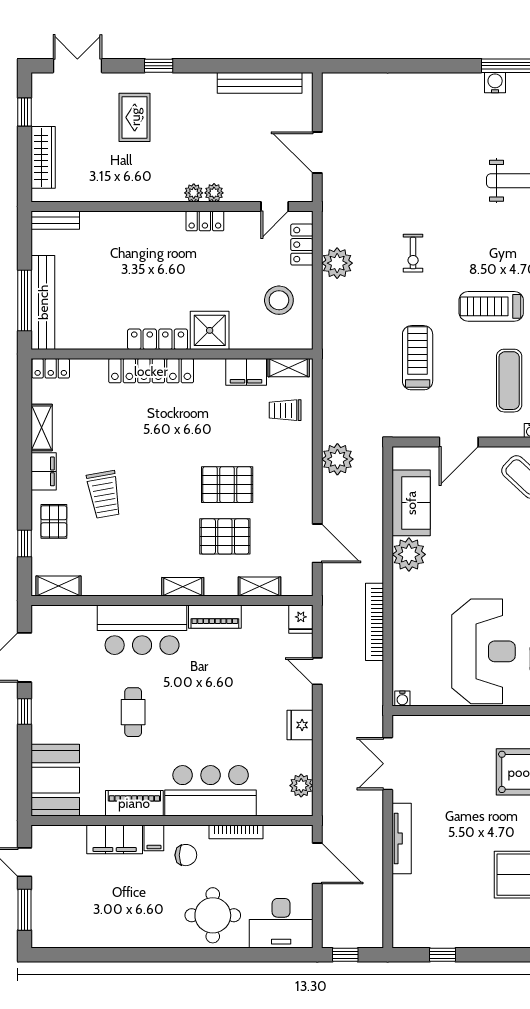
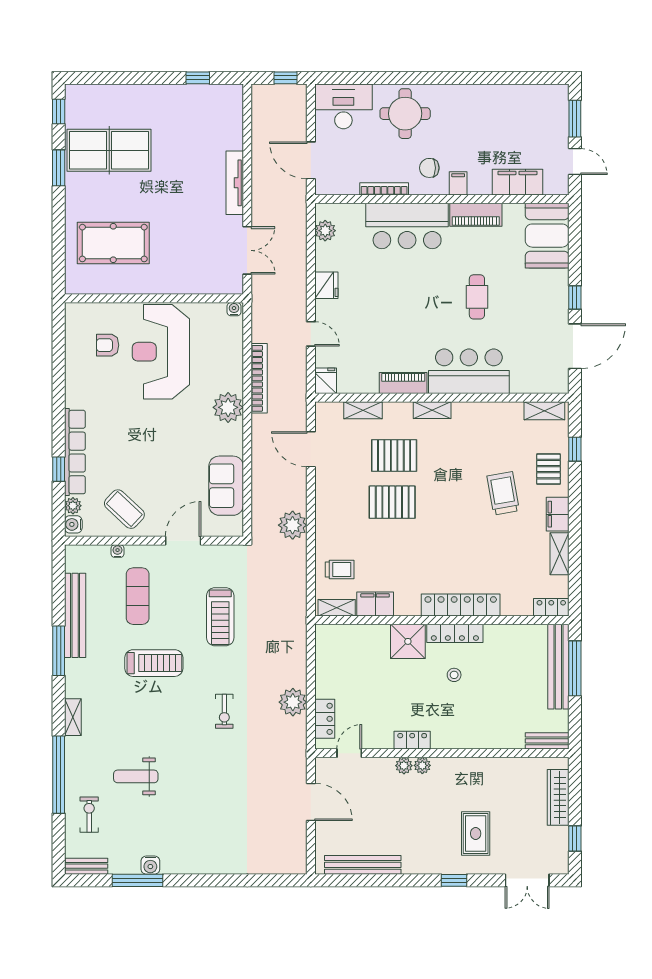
exercise bike: (413, 253) -> (224, 711), turned 180
stool: (279, 300) -> (454, 675), moved, width x0.53, depth x0.53
plant: (409, 554) -> (228, 407), moved
filing cabinet: (115, 839) -> (517, 182), moved

